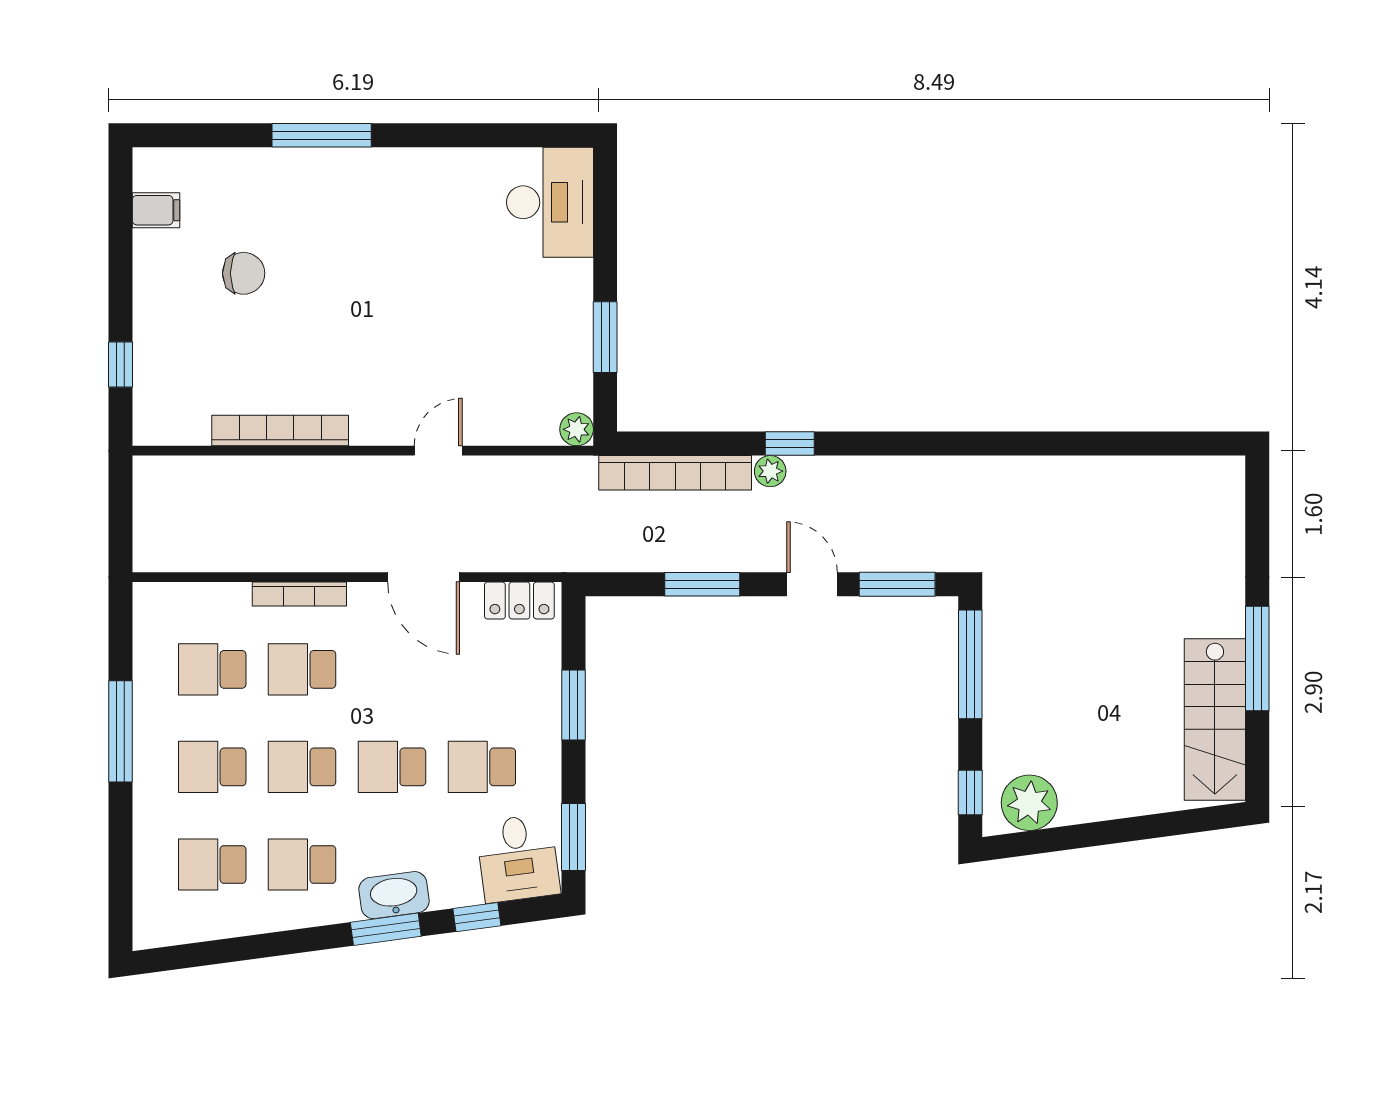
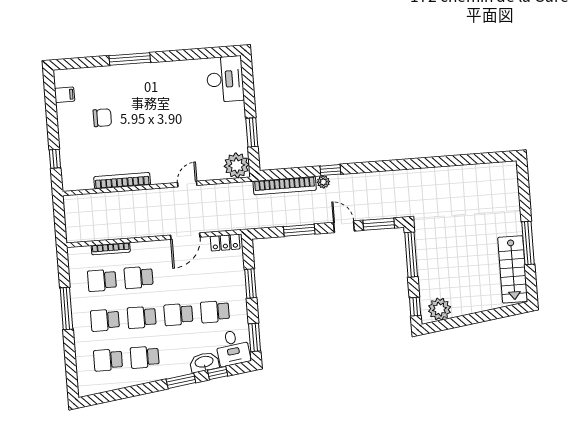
plant: (577, 429) -> (237, 165), width x1.87, depth x1.87
door: (424, 577) -> (185, 236), hinge flipped
bookcase: (299, 594) -> (111, 249), moved
washbasin: (394, 895) -> (204, 362), moved

